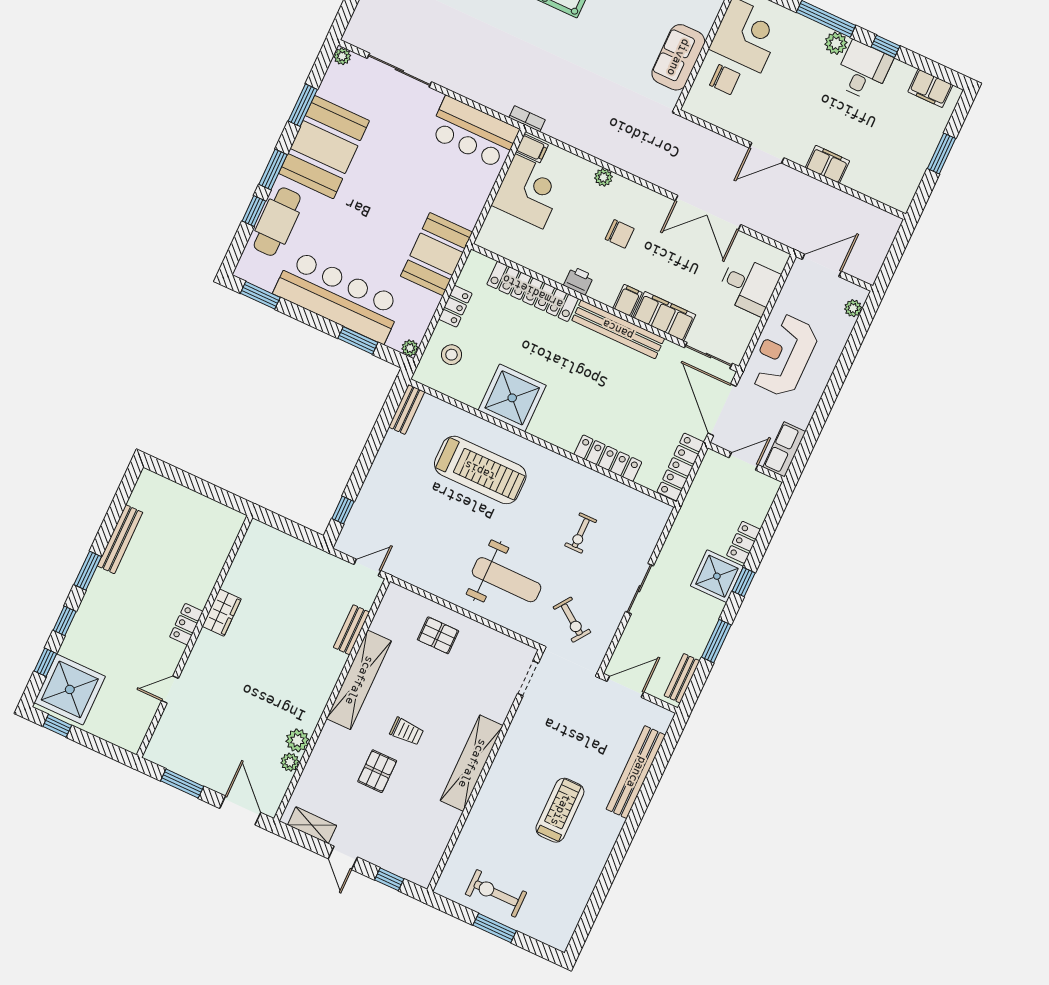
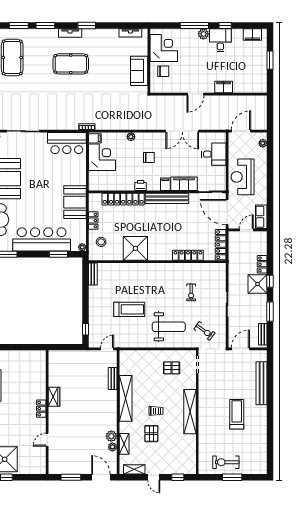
treadmill: (480, 470) -> (129, 309), moved, width x0.73, depth x0.73
pallet: (438, 635) -> (172, 368), moved
shelving: (315, 767) -> (124, 444), added

